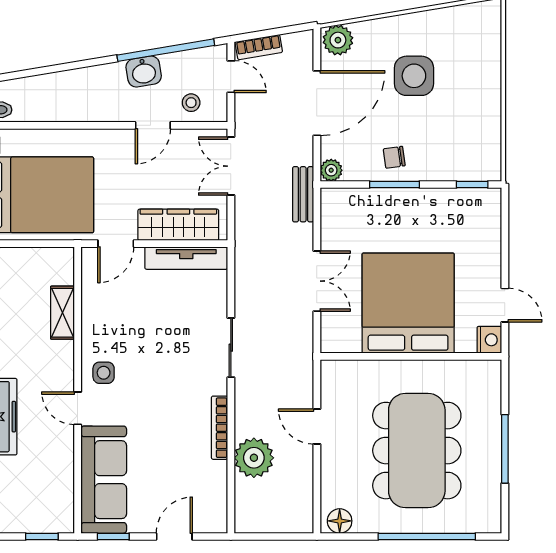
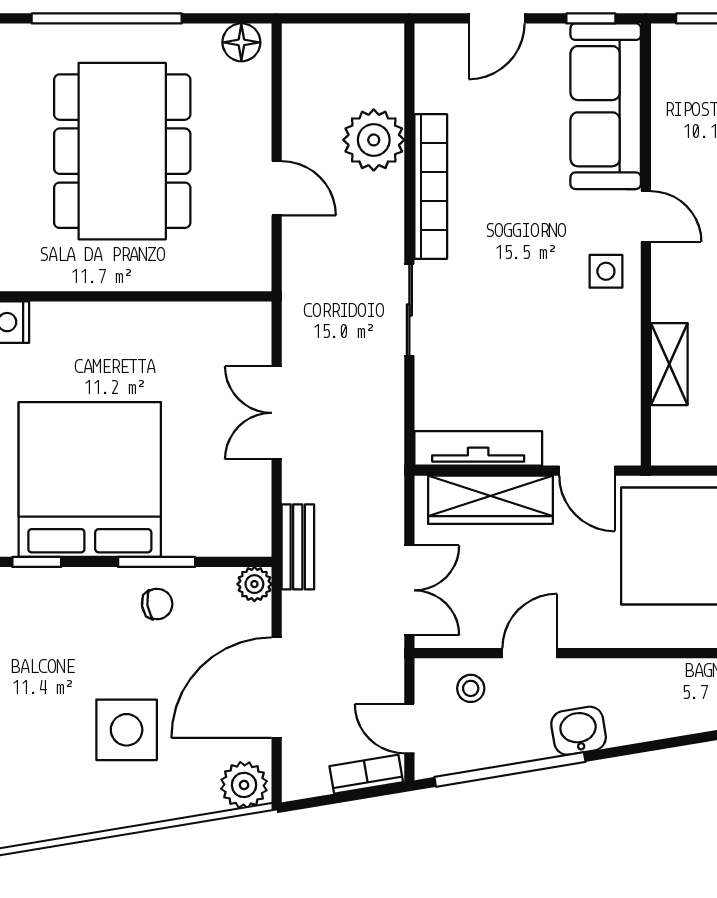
washbasin: (144, 72) -> (579, 731), moved
door: (116, 244) -> (587, 471), swing flipped
bed: (408, 303) -> (90, 480), moved, turned 180
bookcase: (220, 428) -> (431, 186), width x1.48, depth x1.31

